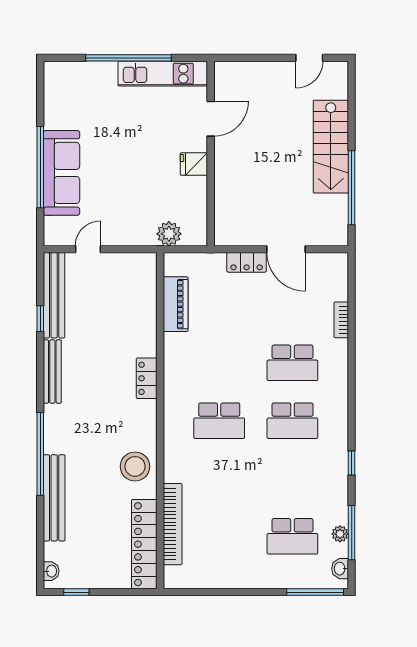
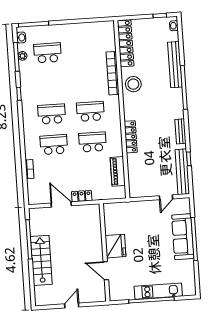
door: (309, 58) -> (72, 305), moved
kitchen unit: (163, 74) -> (158, 291), moved
door: (211, 119) -> (106, 271), hinge flipped
fridge: (194, 164) -> (115, 246), width x1.88, depth x1.34
plant: (169, 234) -> (124, 208), removed
school desk: (219, 363) -> (93, 142), added
bench: (52, 372) -> (180, 131), width x0.73
locker: (147, 378) -> (131, 137), width x1.53
bookcase: (173, 524) -> (113, 73), moved

